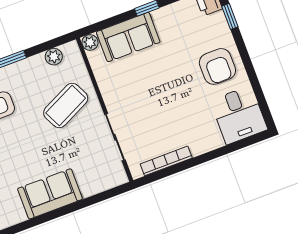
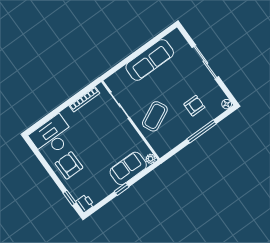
plant: (54, 57) -> (170, 144), removed
desk: (239, 115) -> (52, 136), width x1.37
sofa: (50, 194) -> (150, 60), width x1.36

